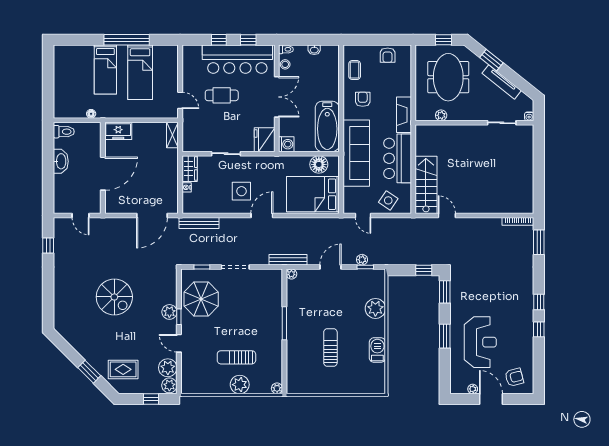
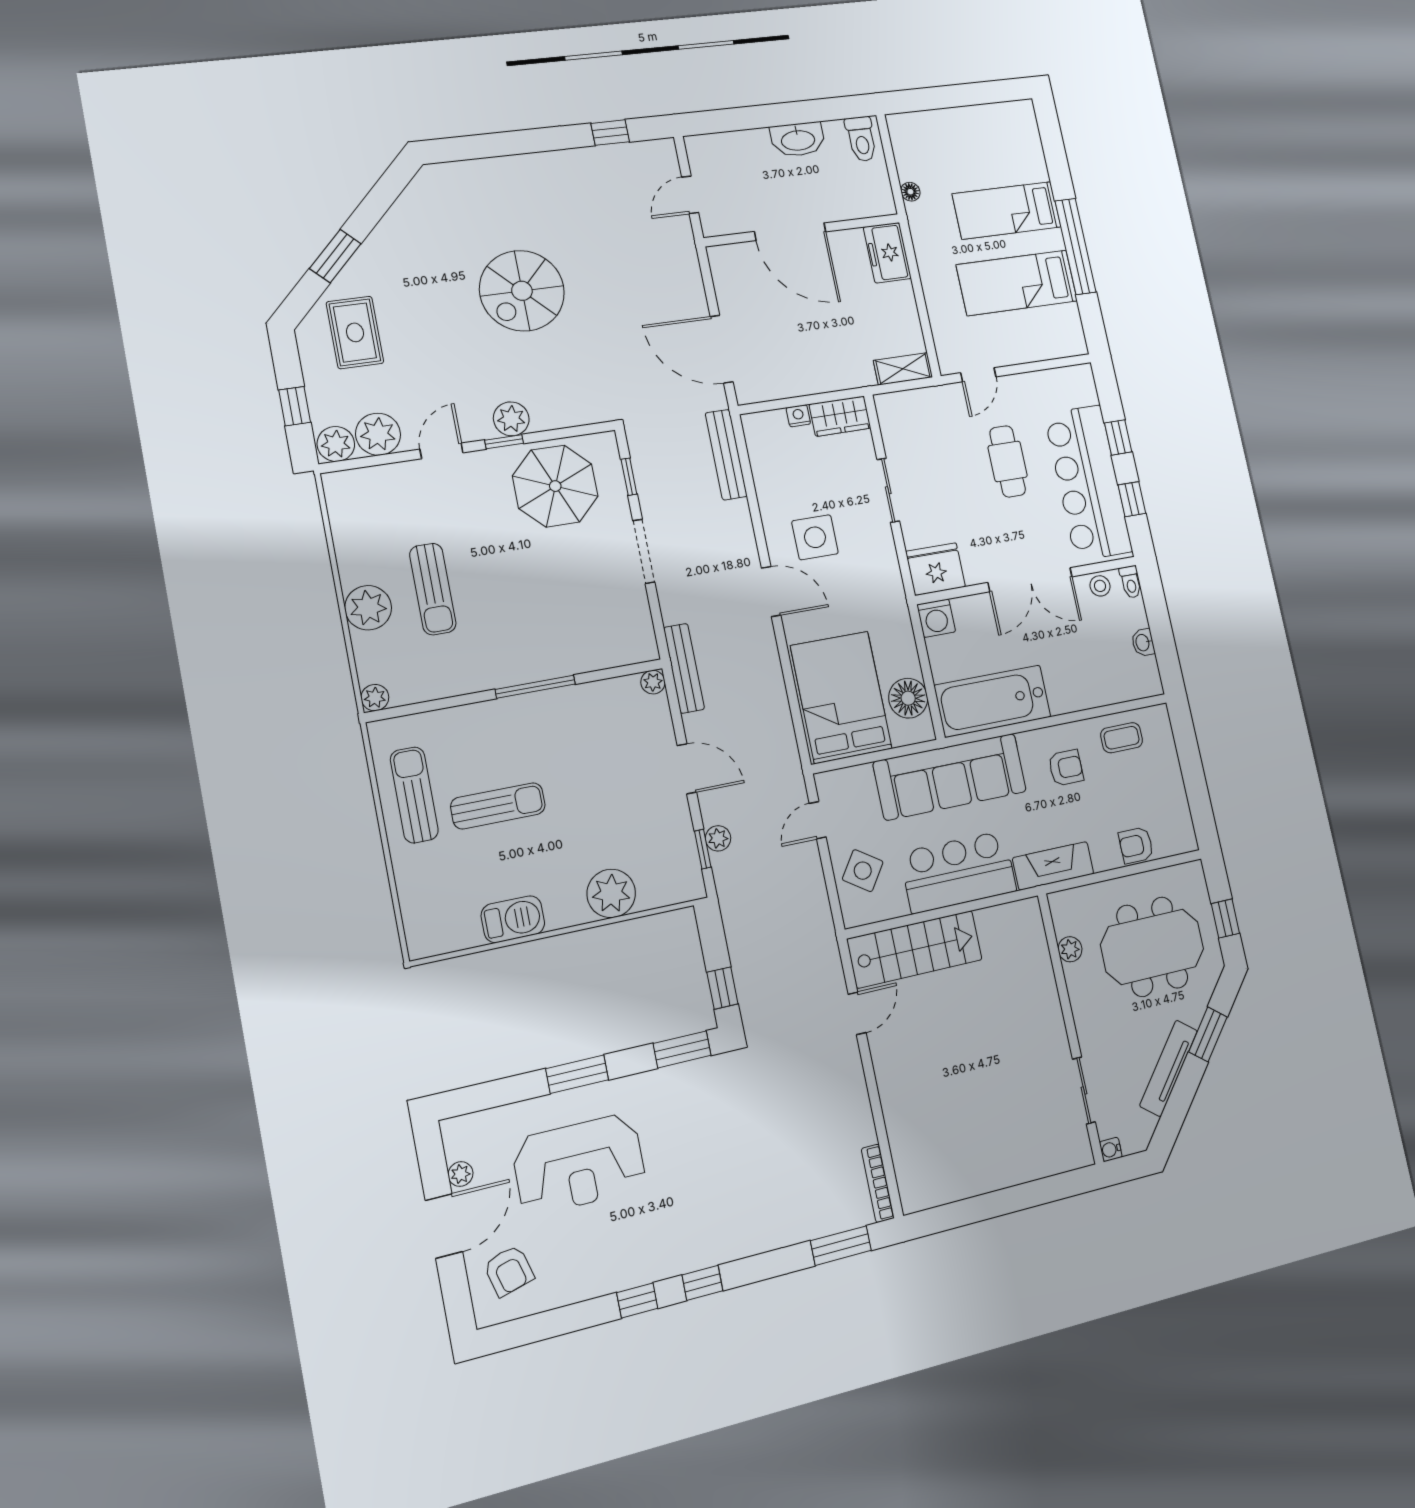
armchair: (388, 55) -> (1136, 845), moved
sun lounger: (236, 357) -> (433, 589), turned 180
sun lounger: (319, 380) -> (414, 795), added

